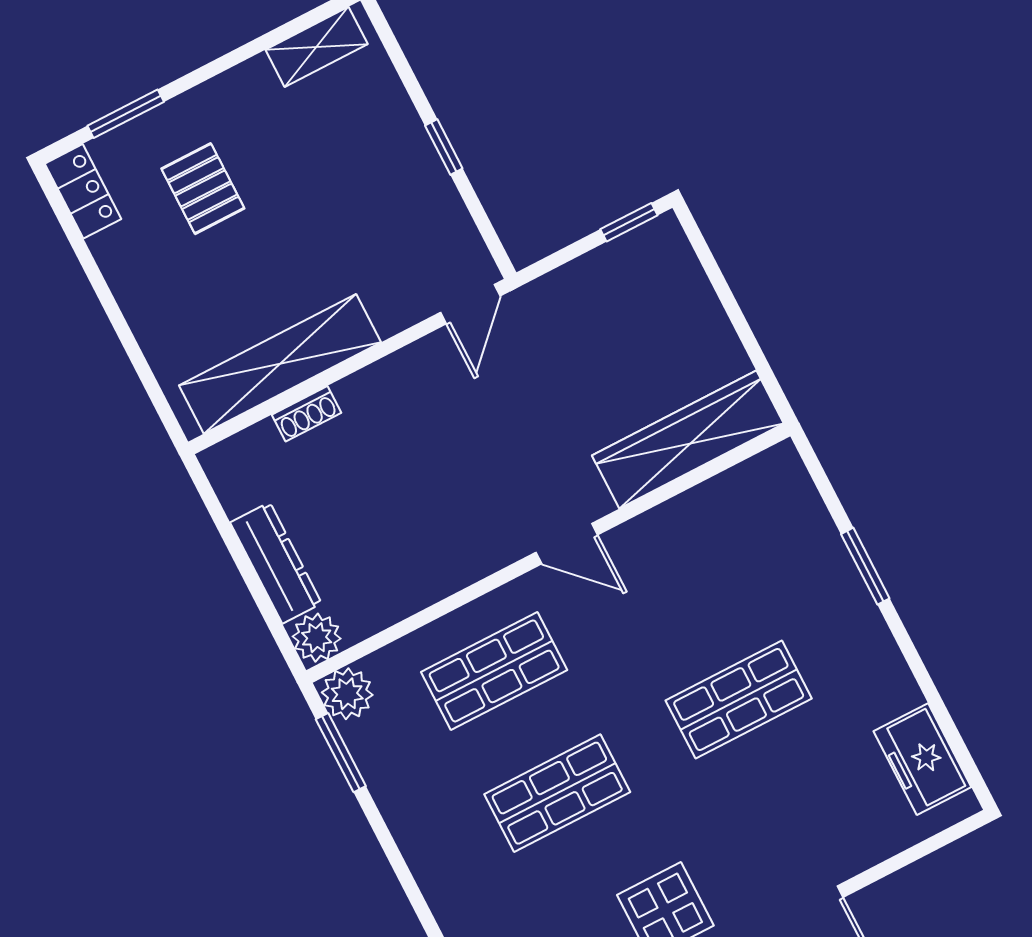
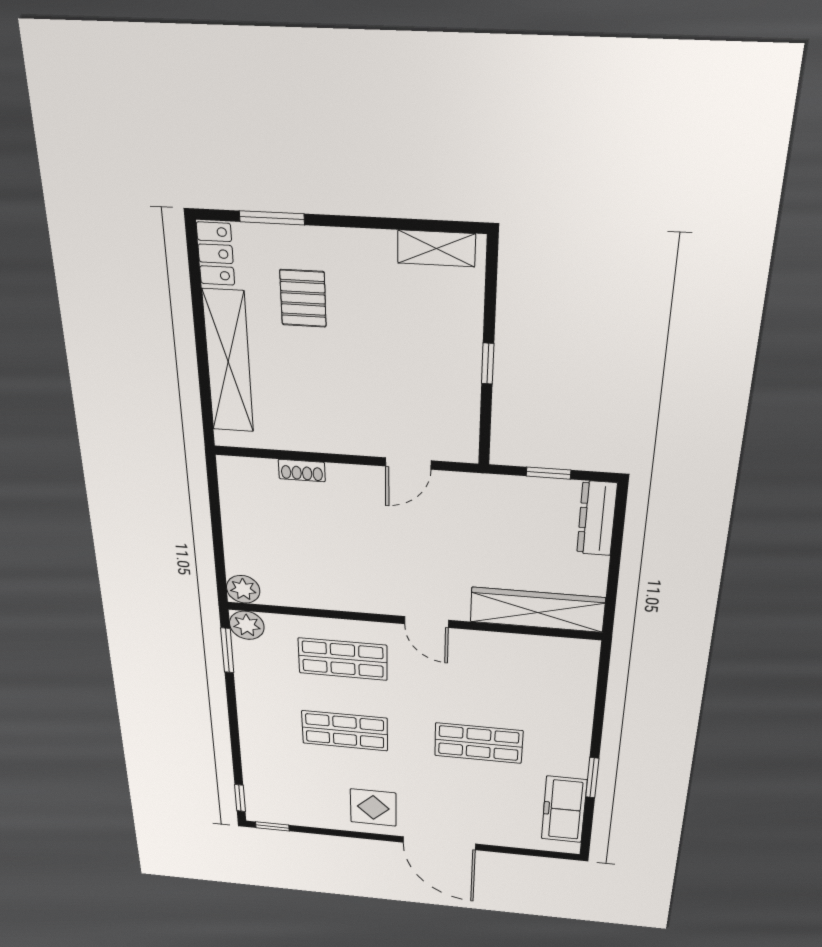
window: (629, 222) -> (549, 473), moved
door: (470, 304) -> (408, 463), moved
shelving: (280, 364) -> (228, 362), moved, turned 90
dresser: (276, 563) -> (597, 518), moved, turned 180
window: (865, 566) -> (592, 778), moved
freezer: (922, 759) -> (564, 810), width x1.40

